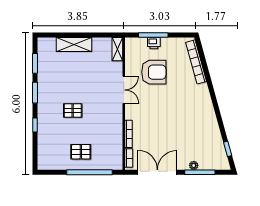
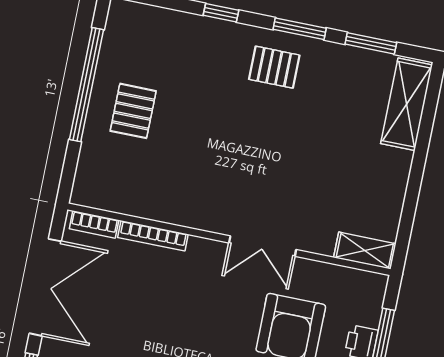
shelving: (74, 44) -> (406, 104), moved
pallet: (73, 110) -> (274, 67), moved, turned 90
window: (90, 172) -> (86, 85), moved

